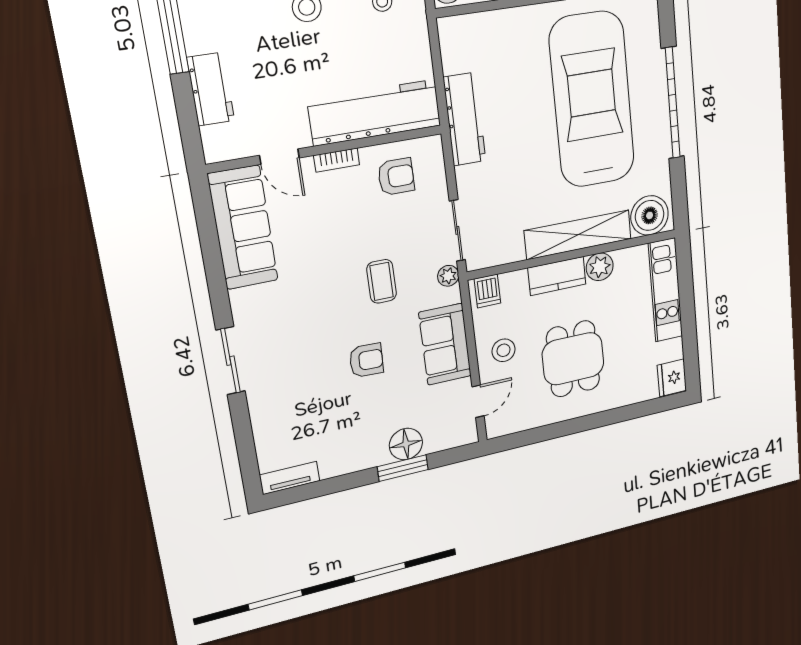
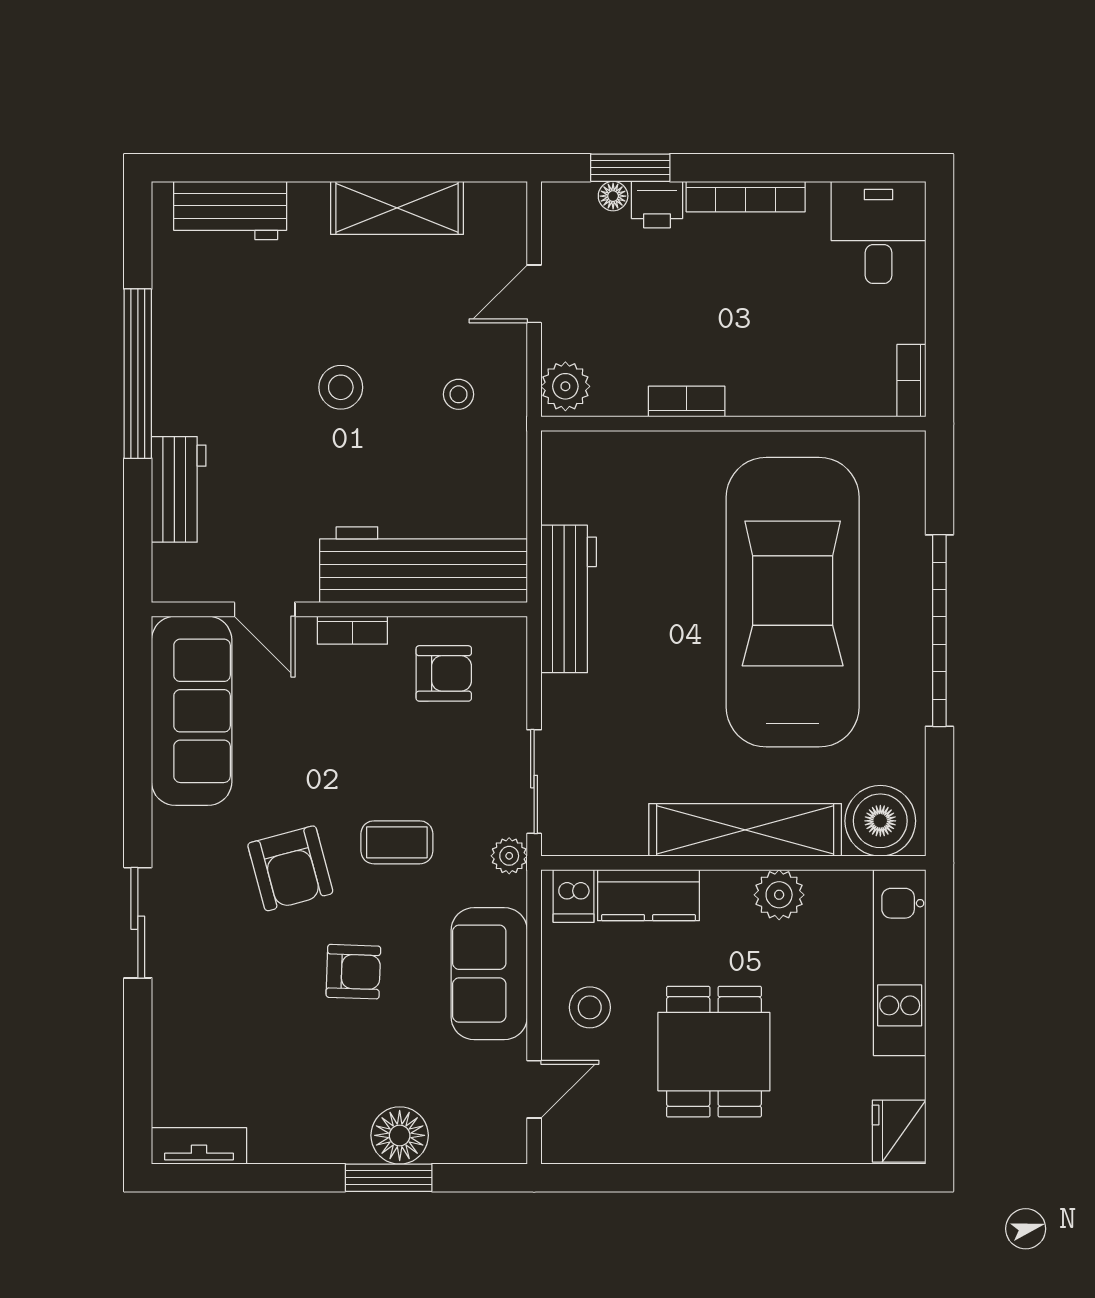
kitchen counter: (557, 276) -> (649, 895), moved
coffee table: (382, 281) -> (397, 842), turned 90
armchair: (320, 309) -> (290, 868), added

